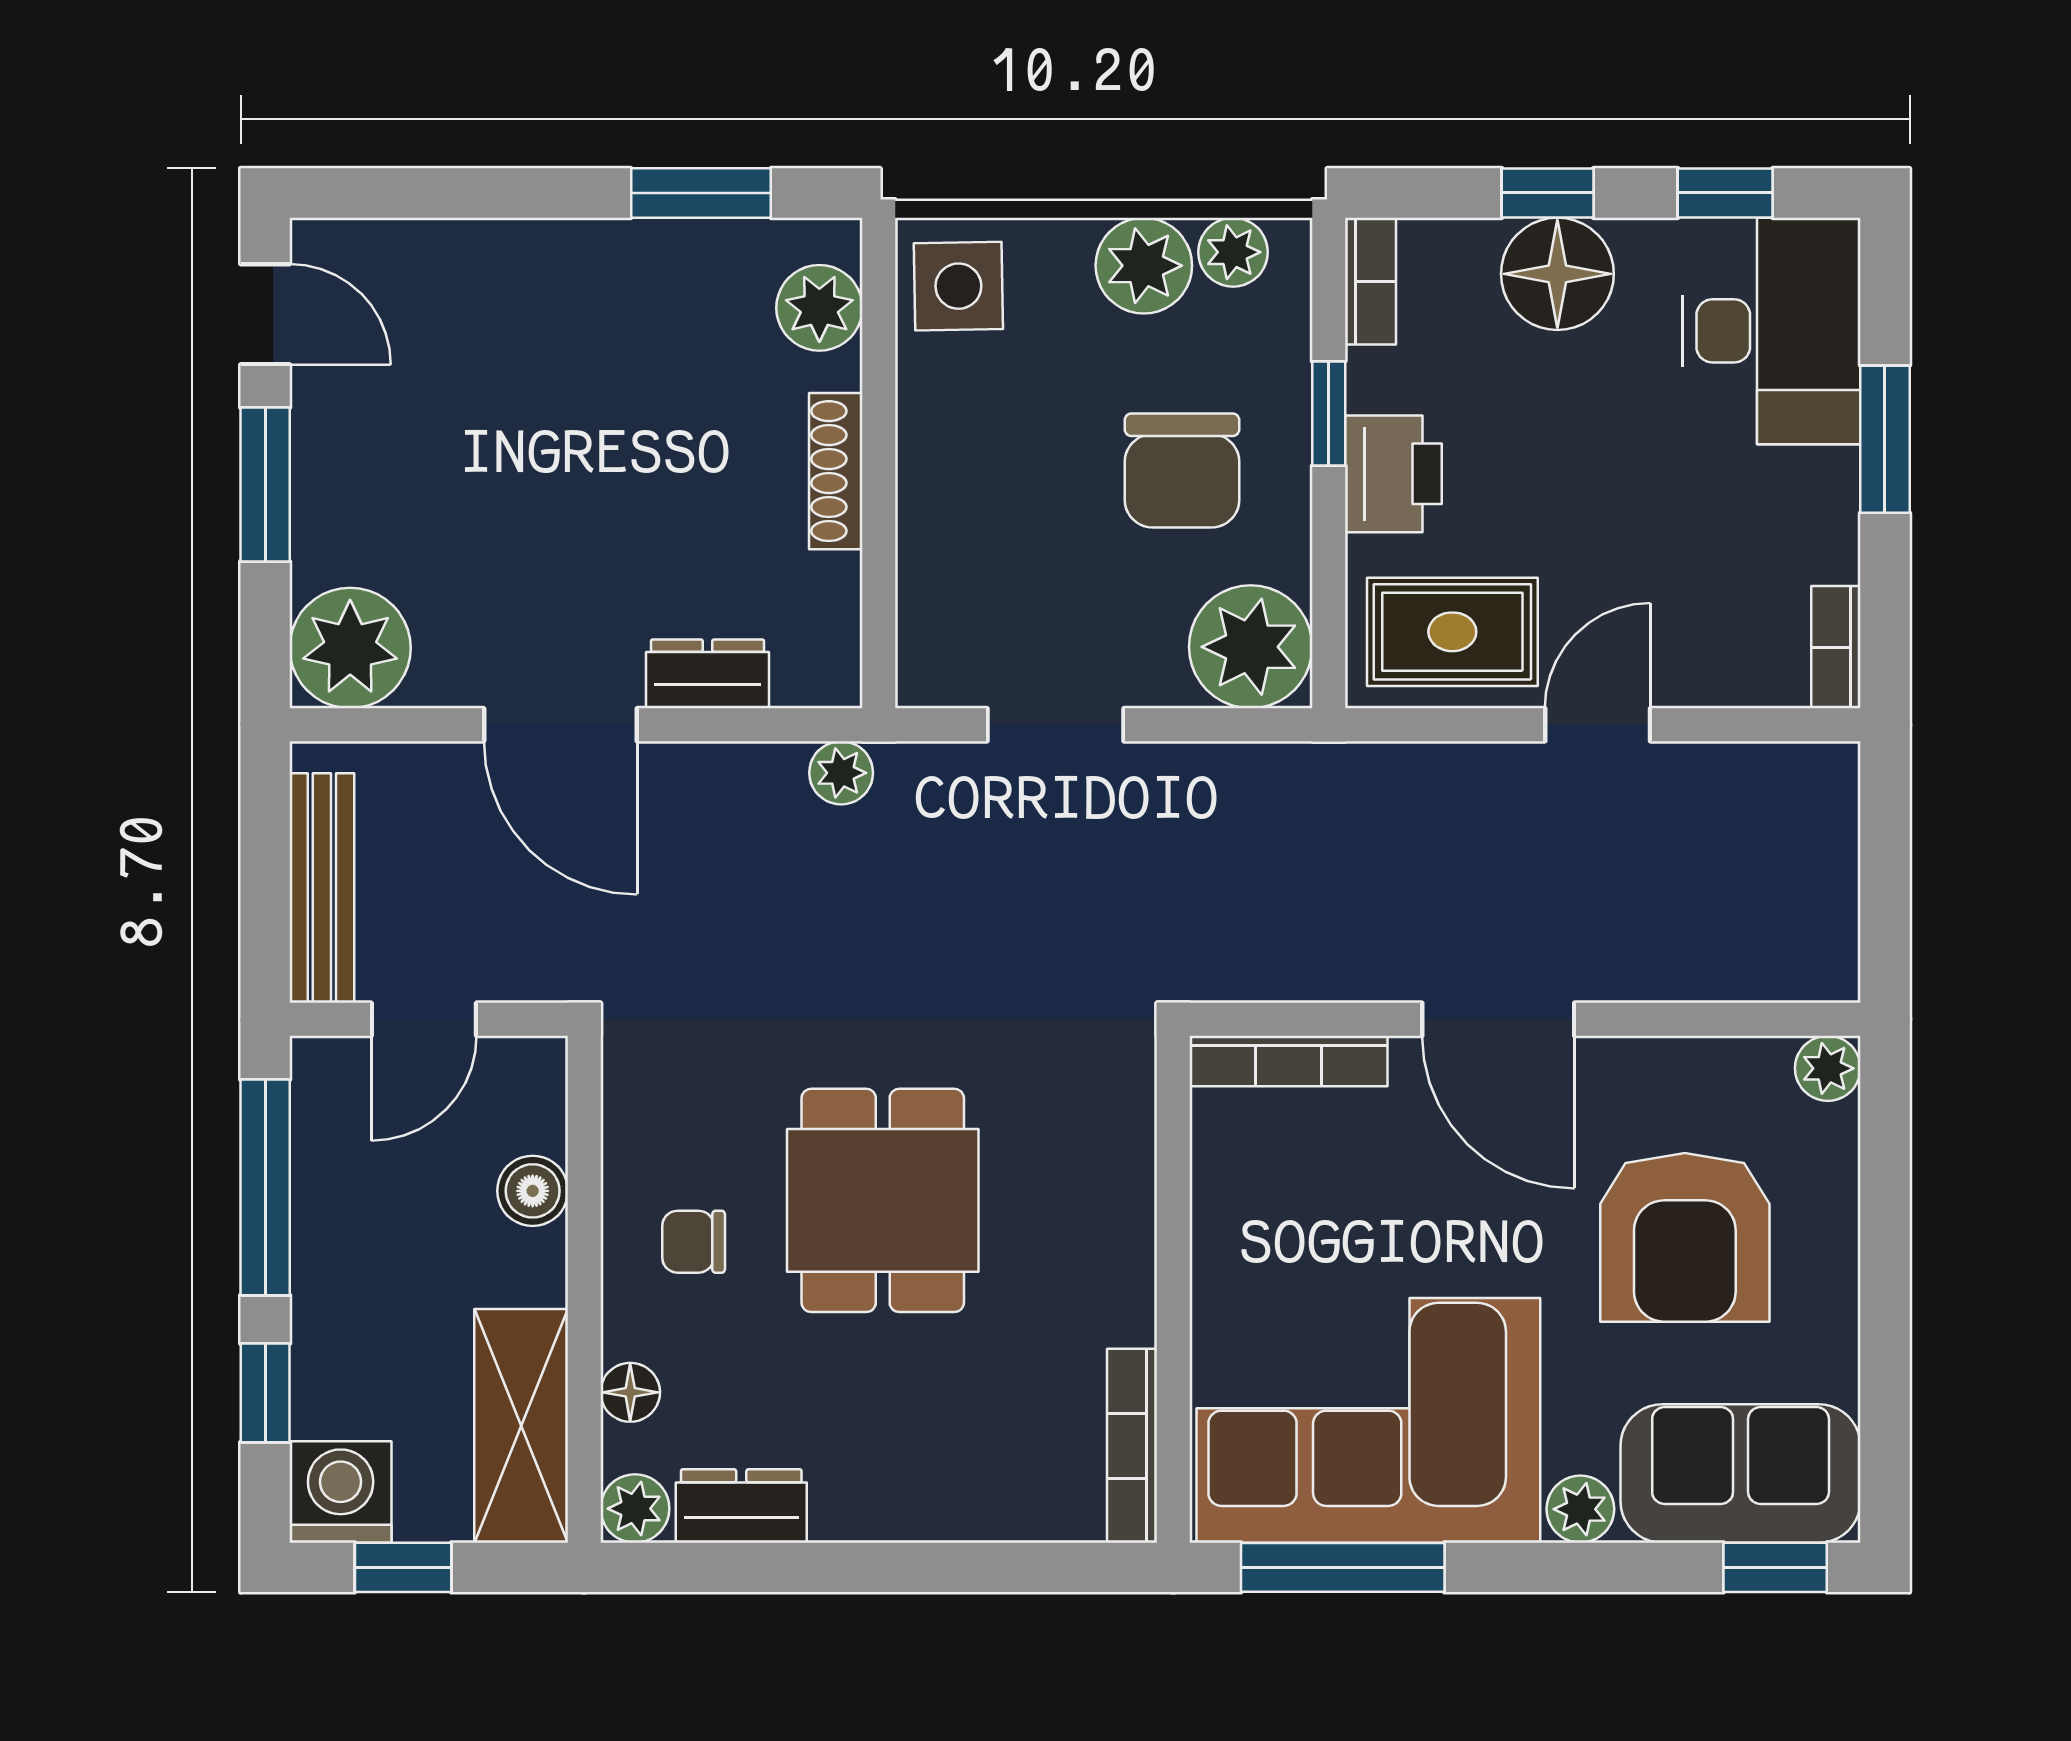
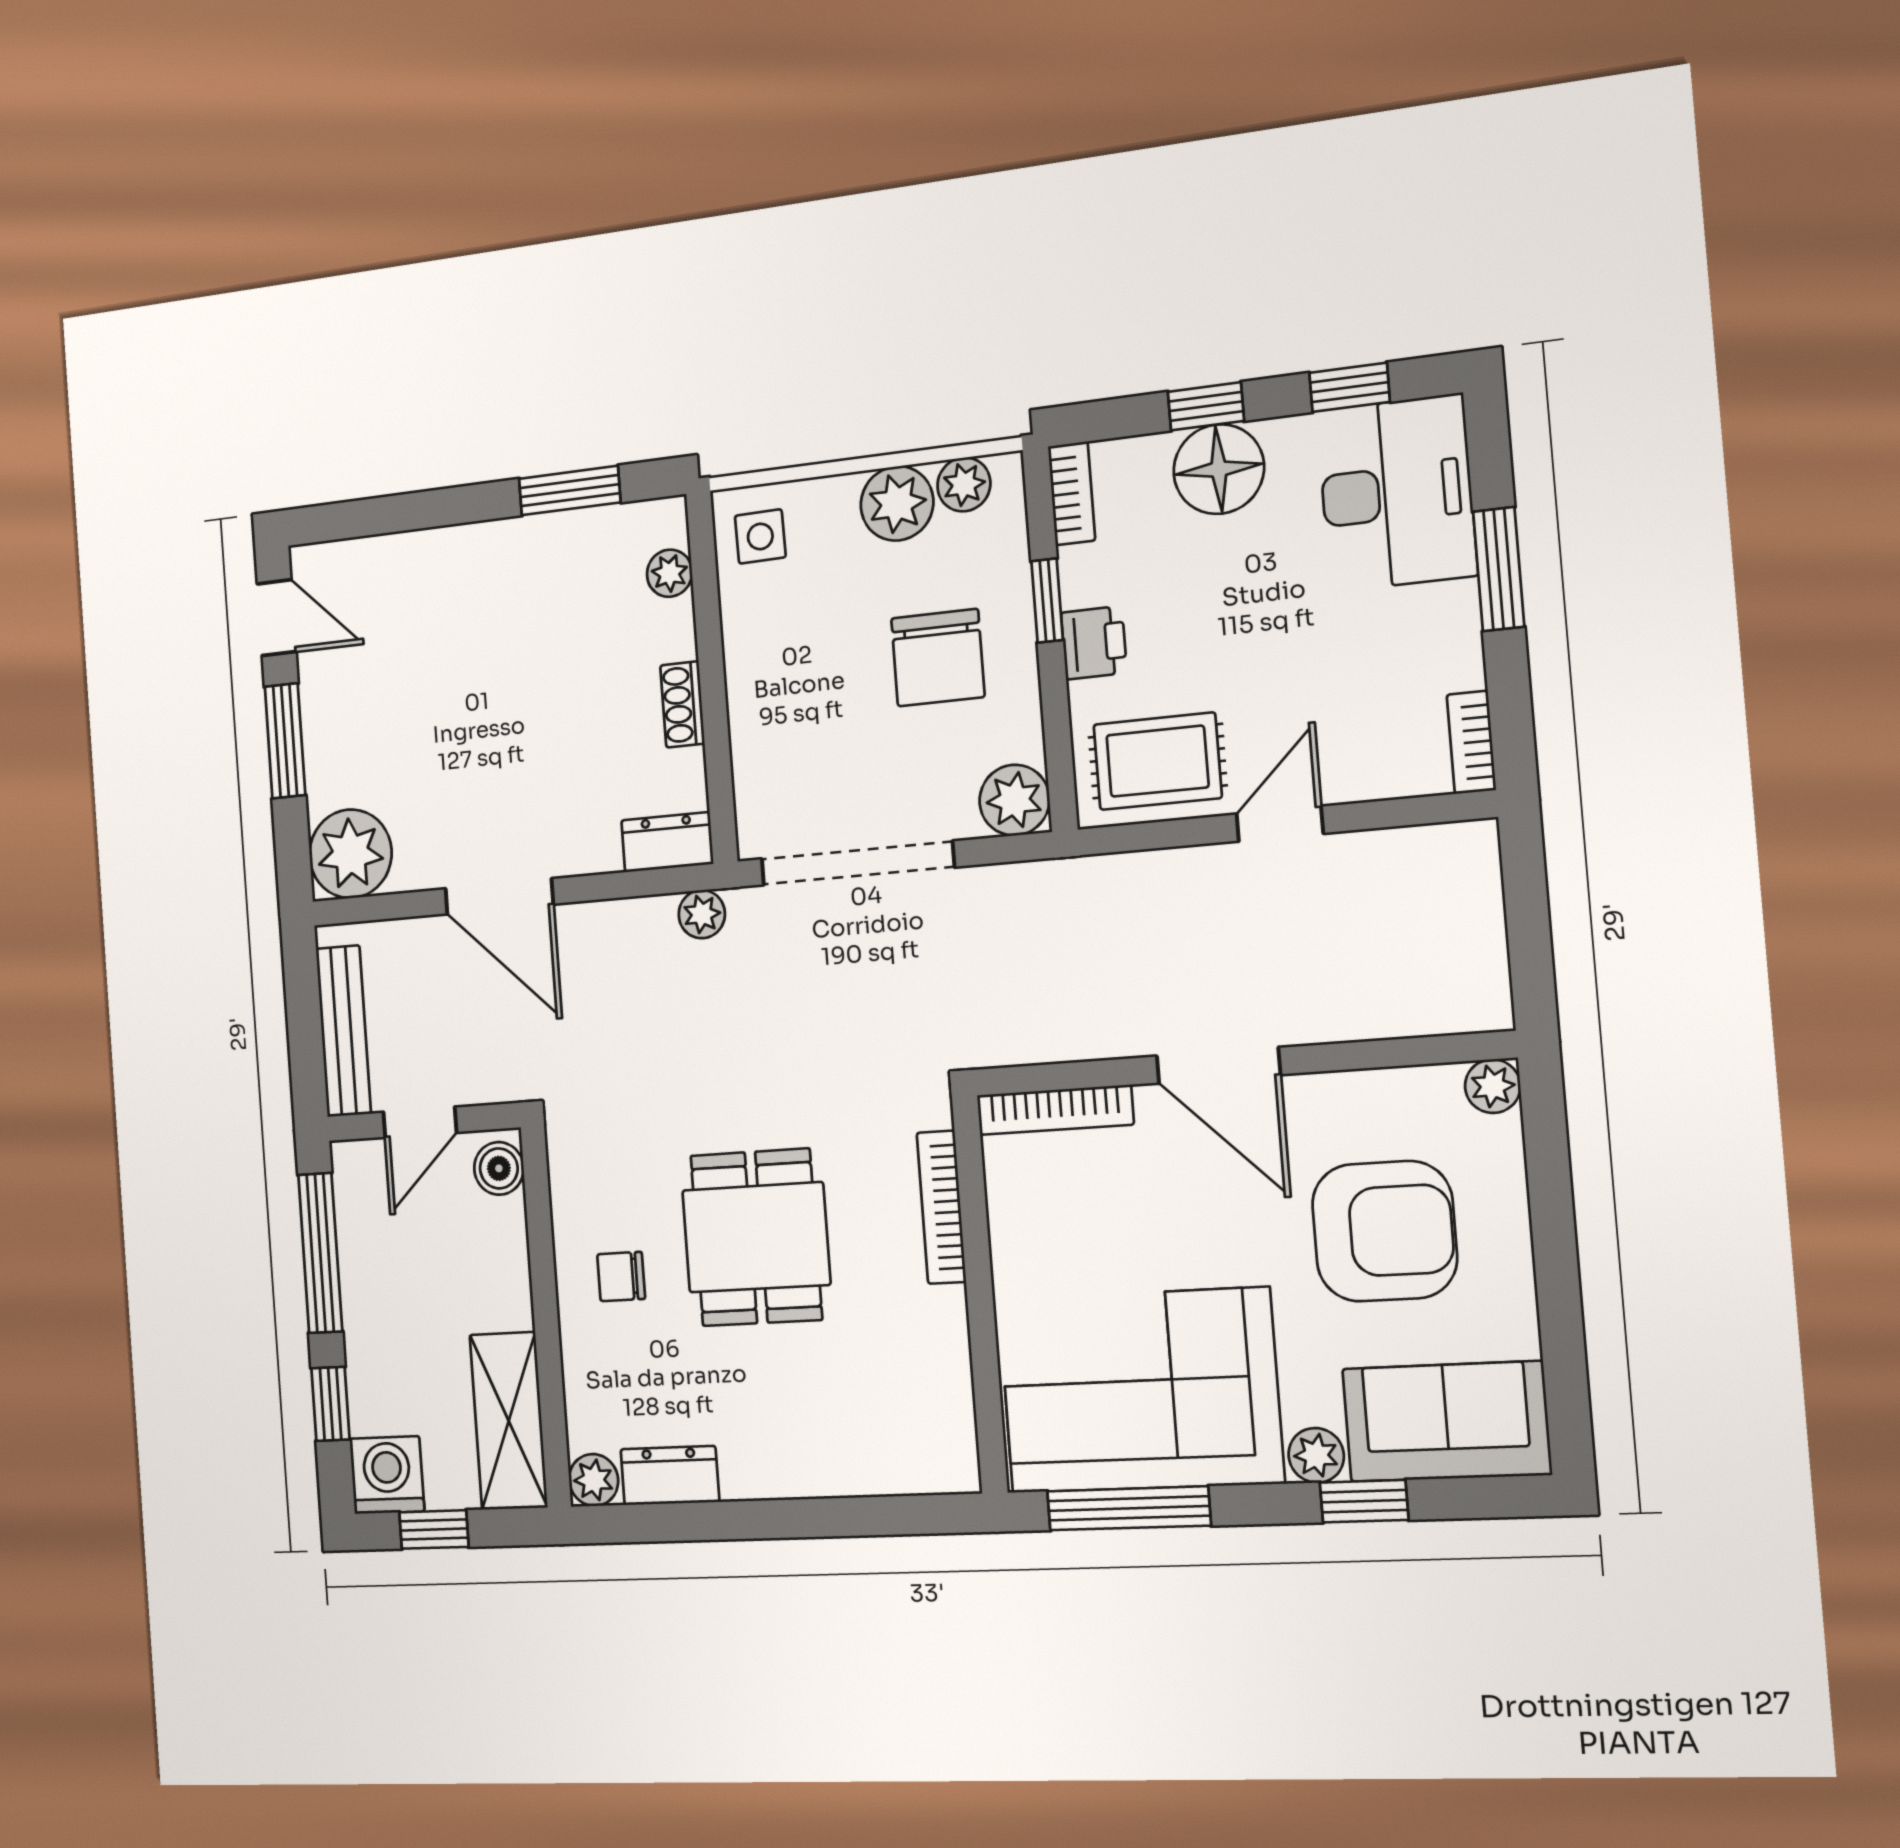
side table: (958, 286) -> (760, 536), width x0.73, depth x0.73
plant: (819, 308) -> (670, 573), width x0.73, depth x0.73
shoe rack: (836, 471) -> (682, 704), width x0.70
printer: (1393, 474) -> (1094, 643), width x0.73, depth x0.81
plant: (1251, 647) -> (1014, 800), width x0.73, depth x0.73
dresser: (707, 674) -> (667, 842), moved
doorway: (1056, 725) -> (857, 863), width x1.87
boiler: (533, 1191) -> (499, 1168), moved
armchair: (1685, 1237) -> (1384, 1231), turned -90
floor lamp: (630, 1392) -> (584, 1392), removed
bookcase: (1132, 1446) -> (941, 1207), moved
window: (1775, 1567) -> (1364, 1501), moved

